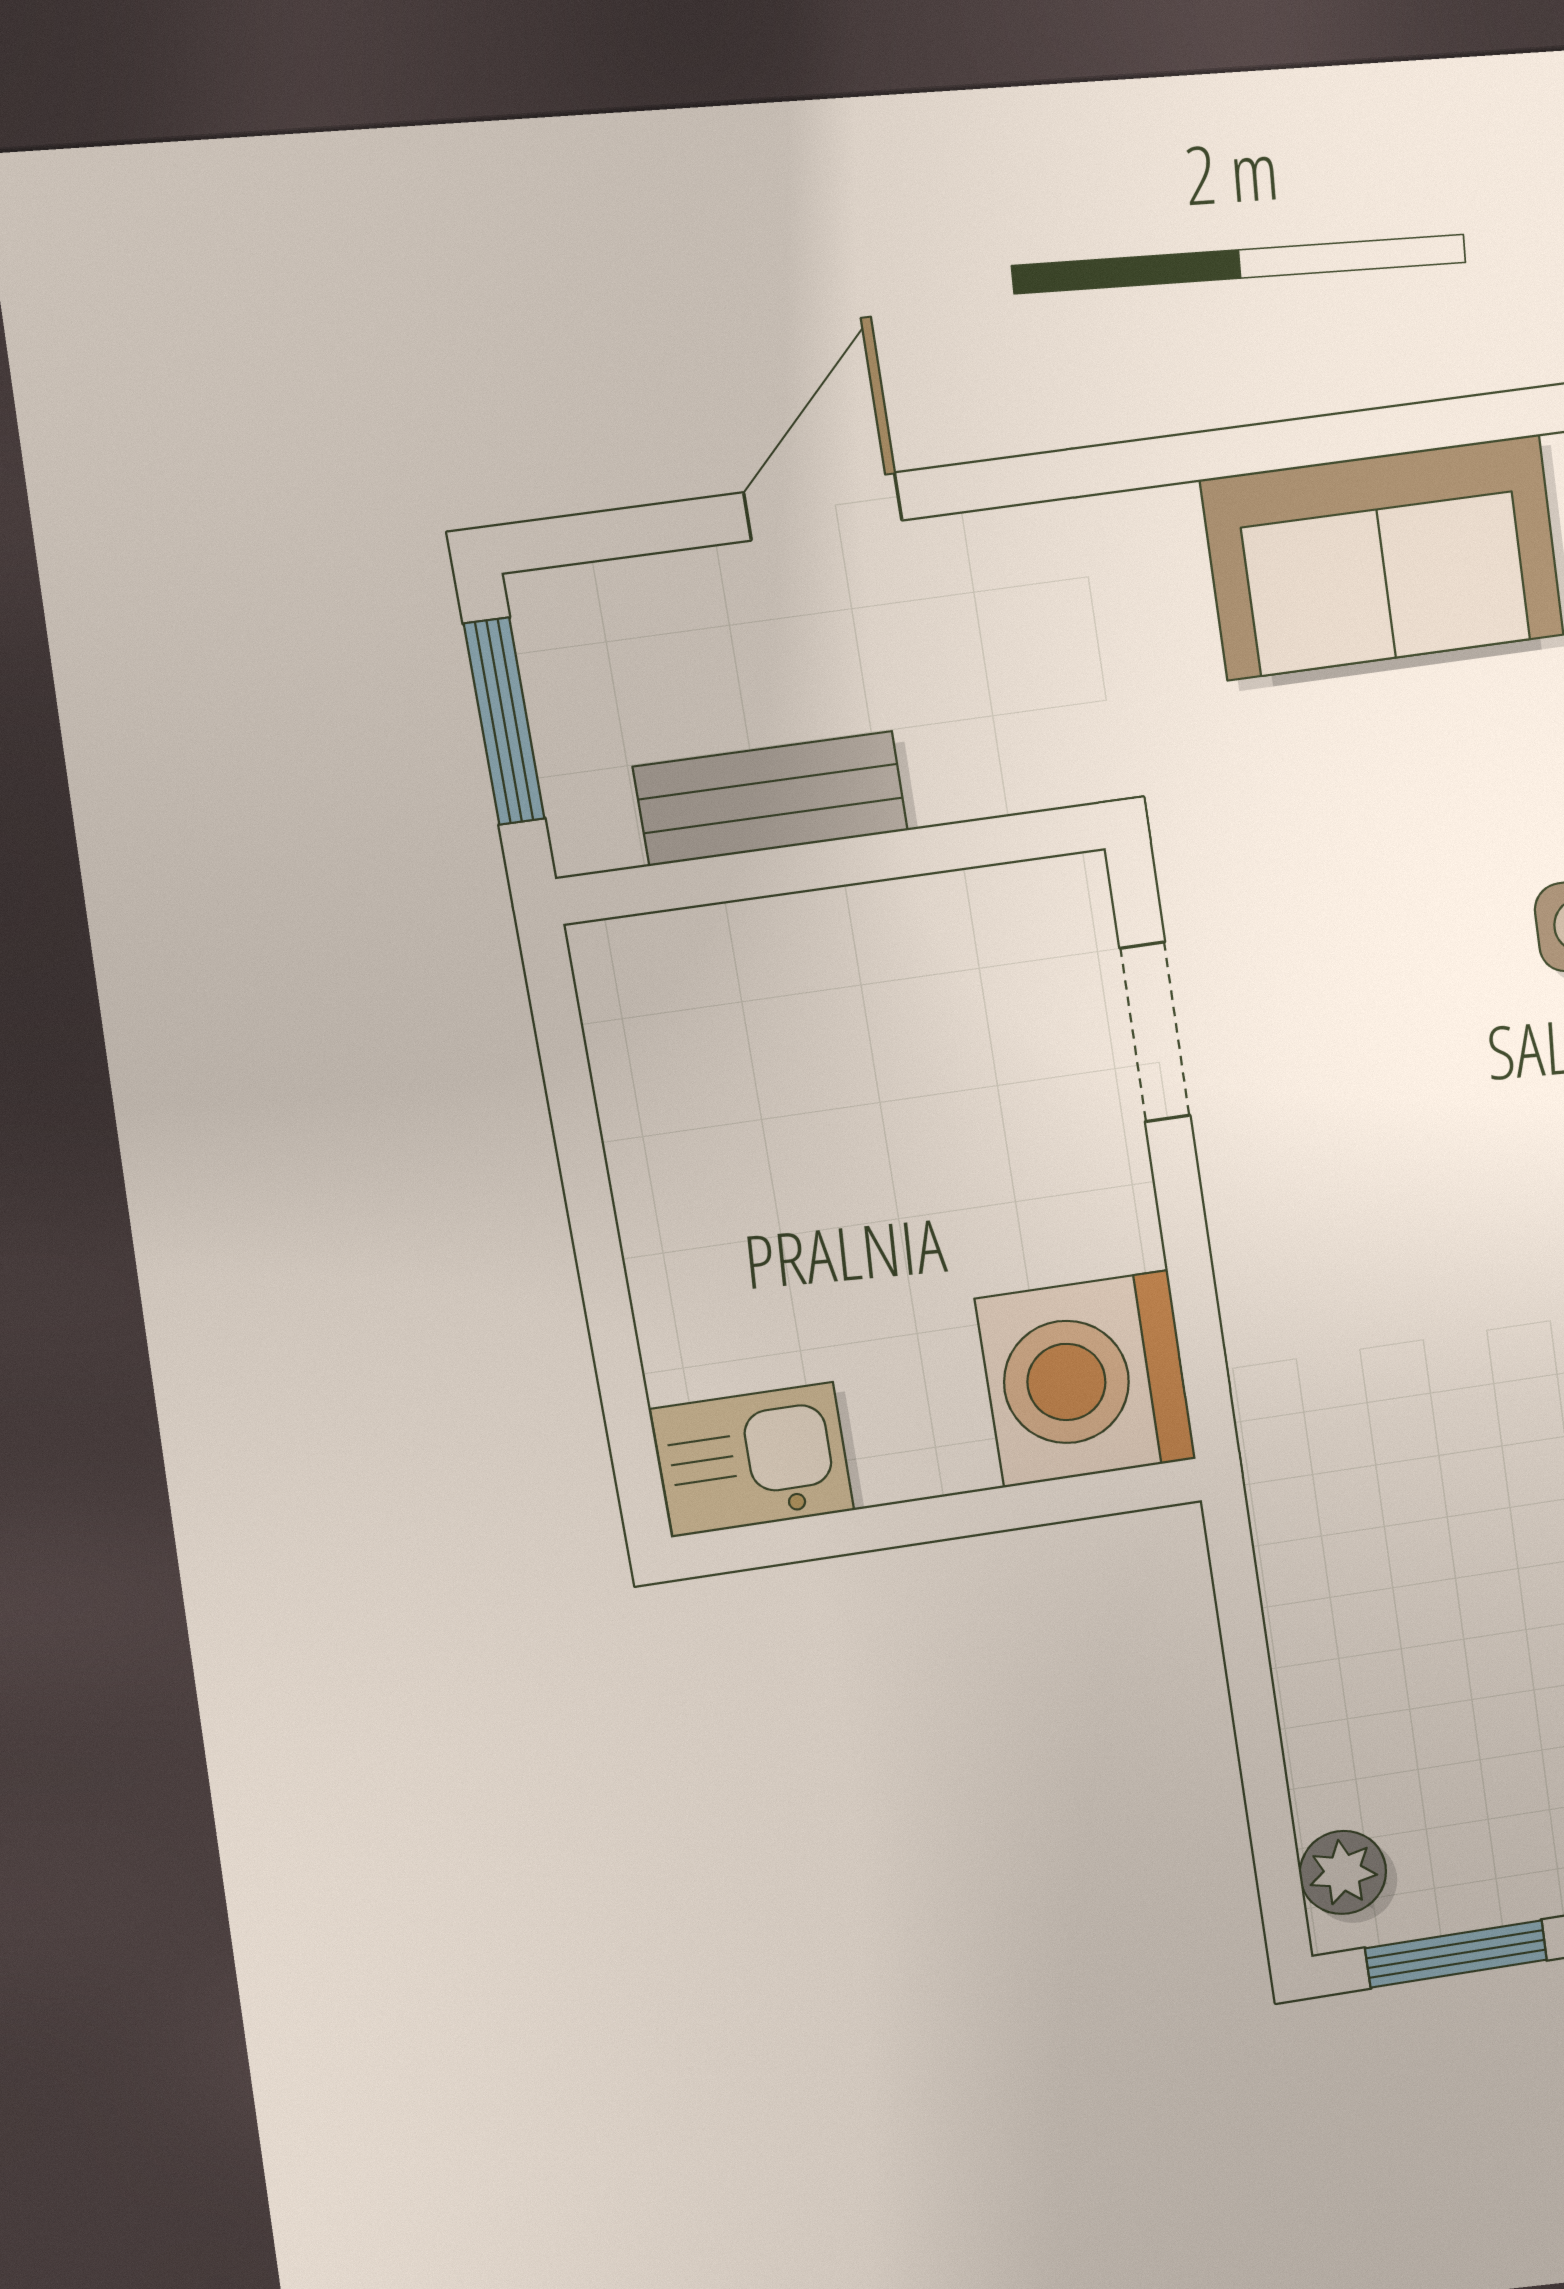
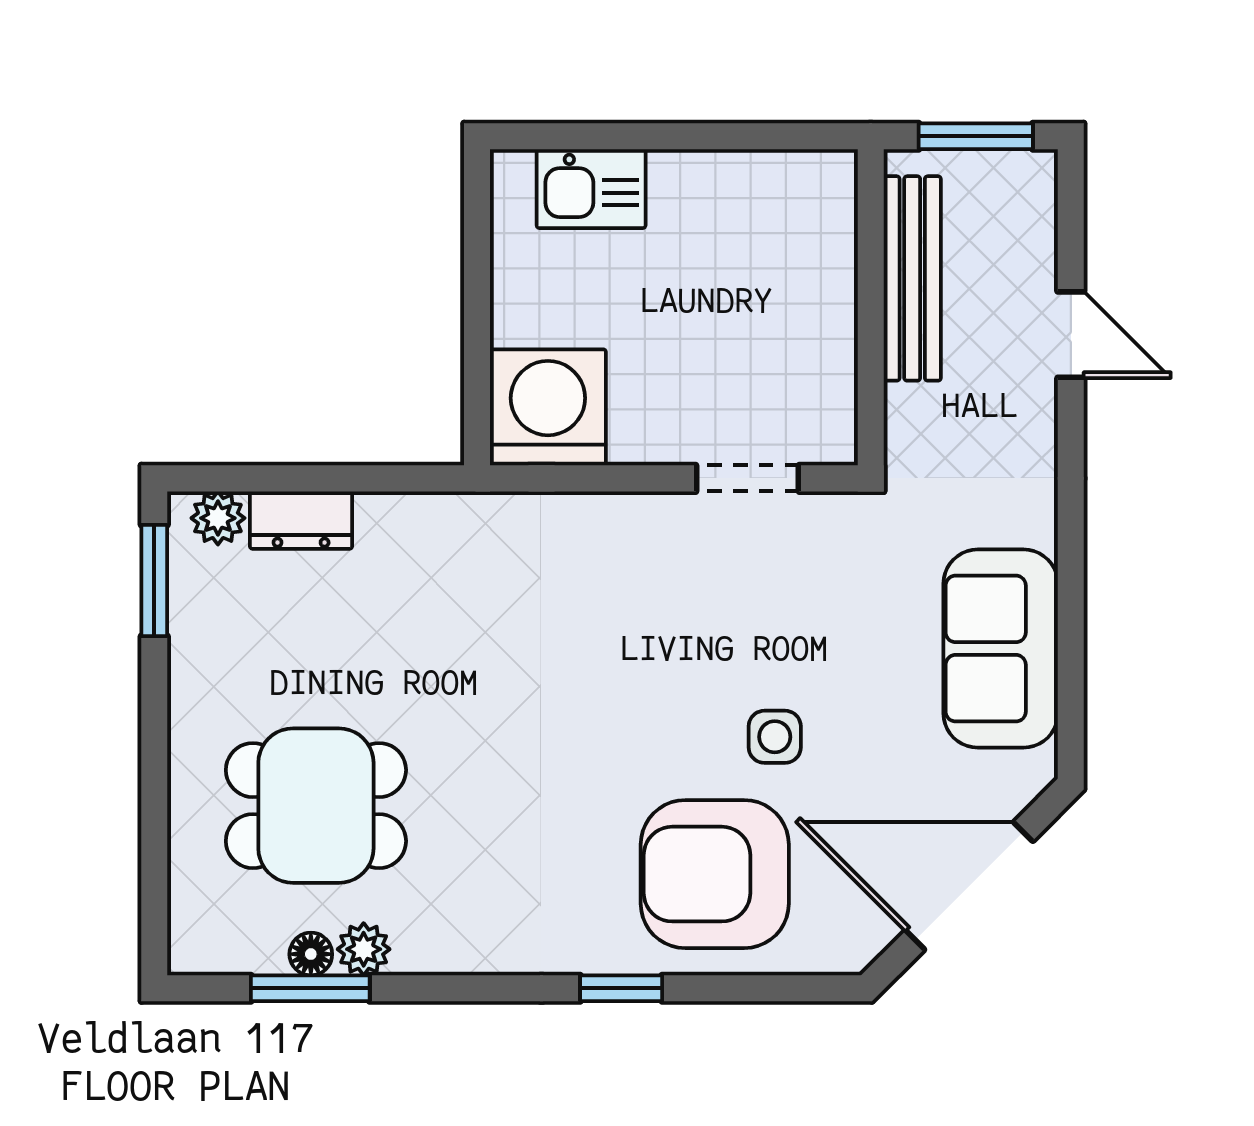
bench: (771, 799) -> (912, 278), width x1.36
kitchen sink: (753, 1460) -> (591, 189), moved, turned 90
dresser: (1328, 1744) -> (301, 520), added

